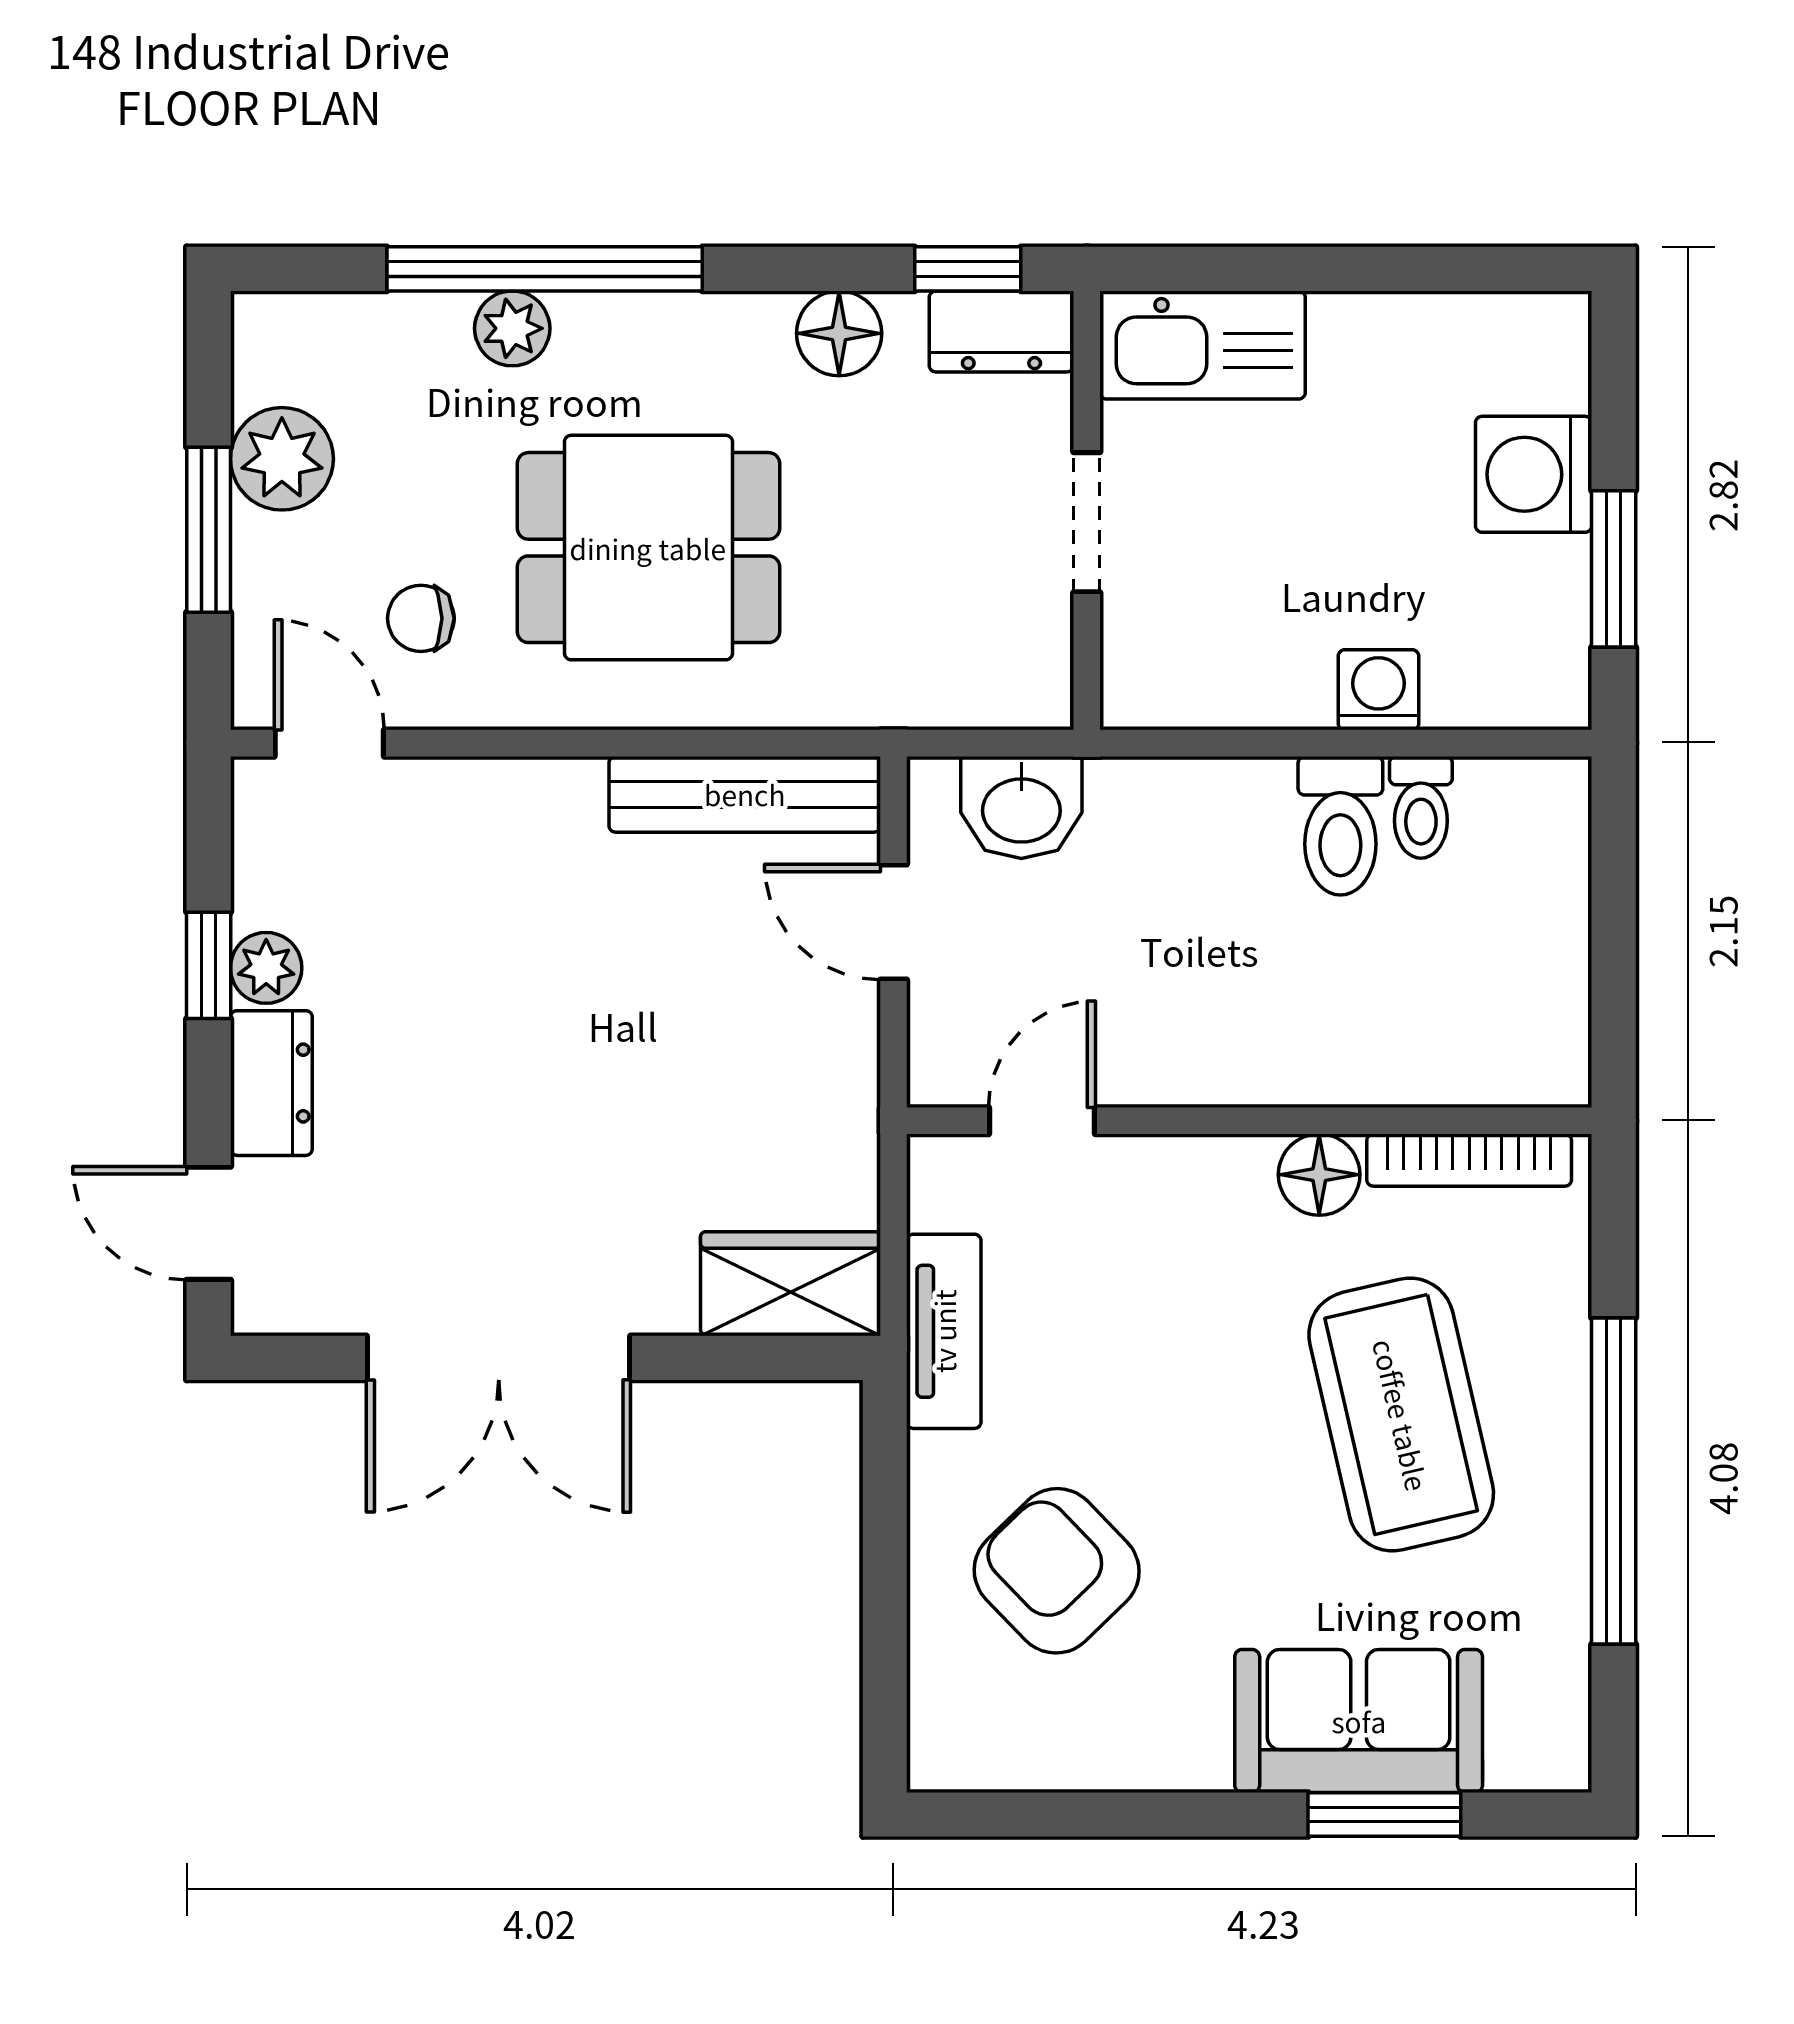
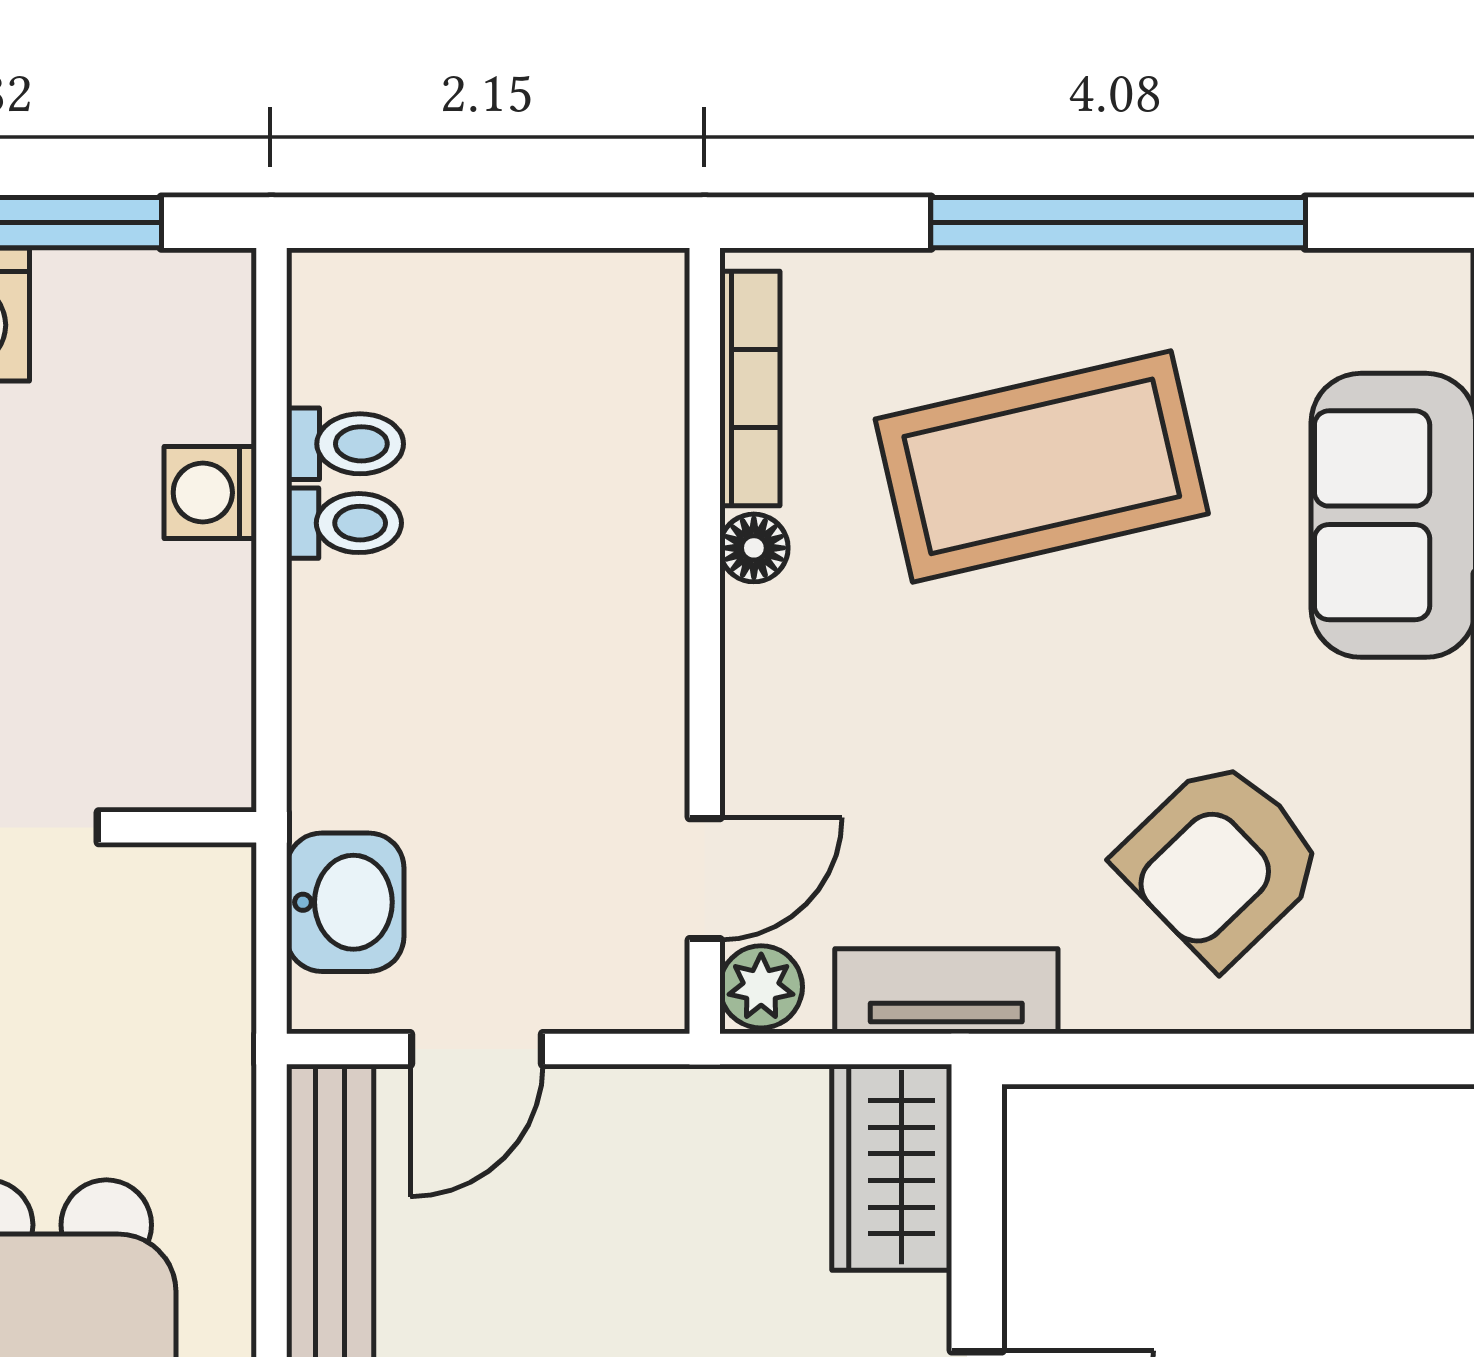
toilet: (1340, 826) -> (344, 523), width x0.73, depth x0.72
door: (1042, 1121) -> (705, 879), swing flipped
plant: (948, 1170) -> (761, 987), added
floor lamp: (1319, 1175) -> (754, 548), width x0.73, depth x0.73

